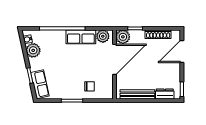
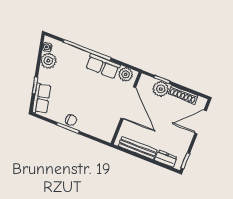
plant: (123, 37) -> (161, 89), moved
door: (114, 59) -> (128, 103), hinge flipped
chair: (89, 86) -> (71, 120), moved

